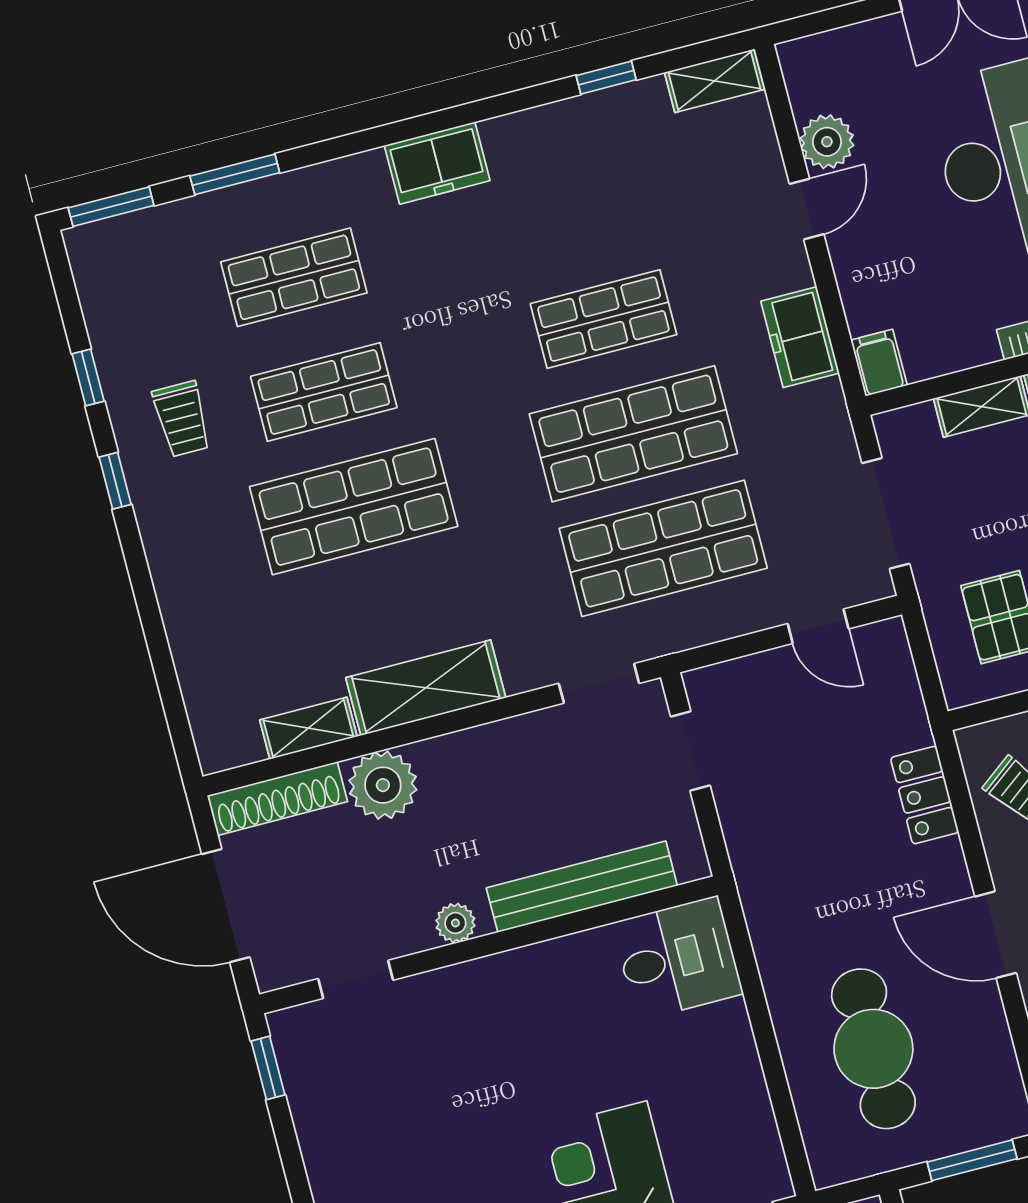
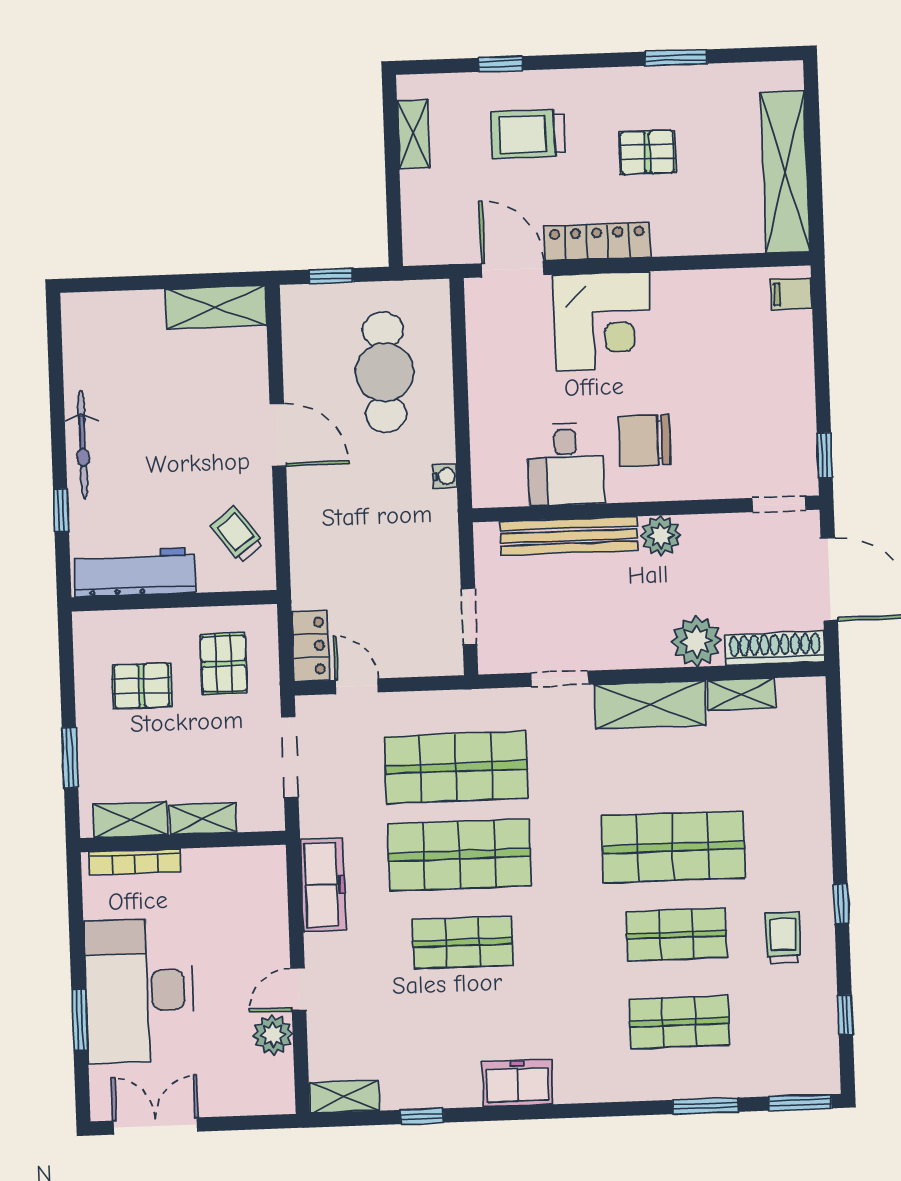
freezer: (437, 163) -> (518, 1083), moved
freezer: (800, 337) -> (323, 885), width x1.40
filing cabinet: (879, 363) -> (271, 867), removed
window: (88, 377) -> (845, 1015), moved
doorway: (599, 683) -> (560, 679), moved
locker: (925, 795) -> (310, 646), moved
plant: (455, 923) -> (661, 536), width x1.38, depth x1.38
water cooler: (763, 929) -> (445, 476), added
desk: (677, 958) -> (566, 464), moved, turned -90
doorway: (356, 979) -> (779, 504), moved
chair: (510, 1035) -> (645, 440), added
window: (972, 1160) -> (331, 276), width x0.67

